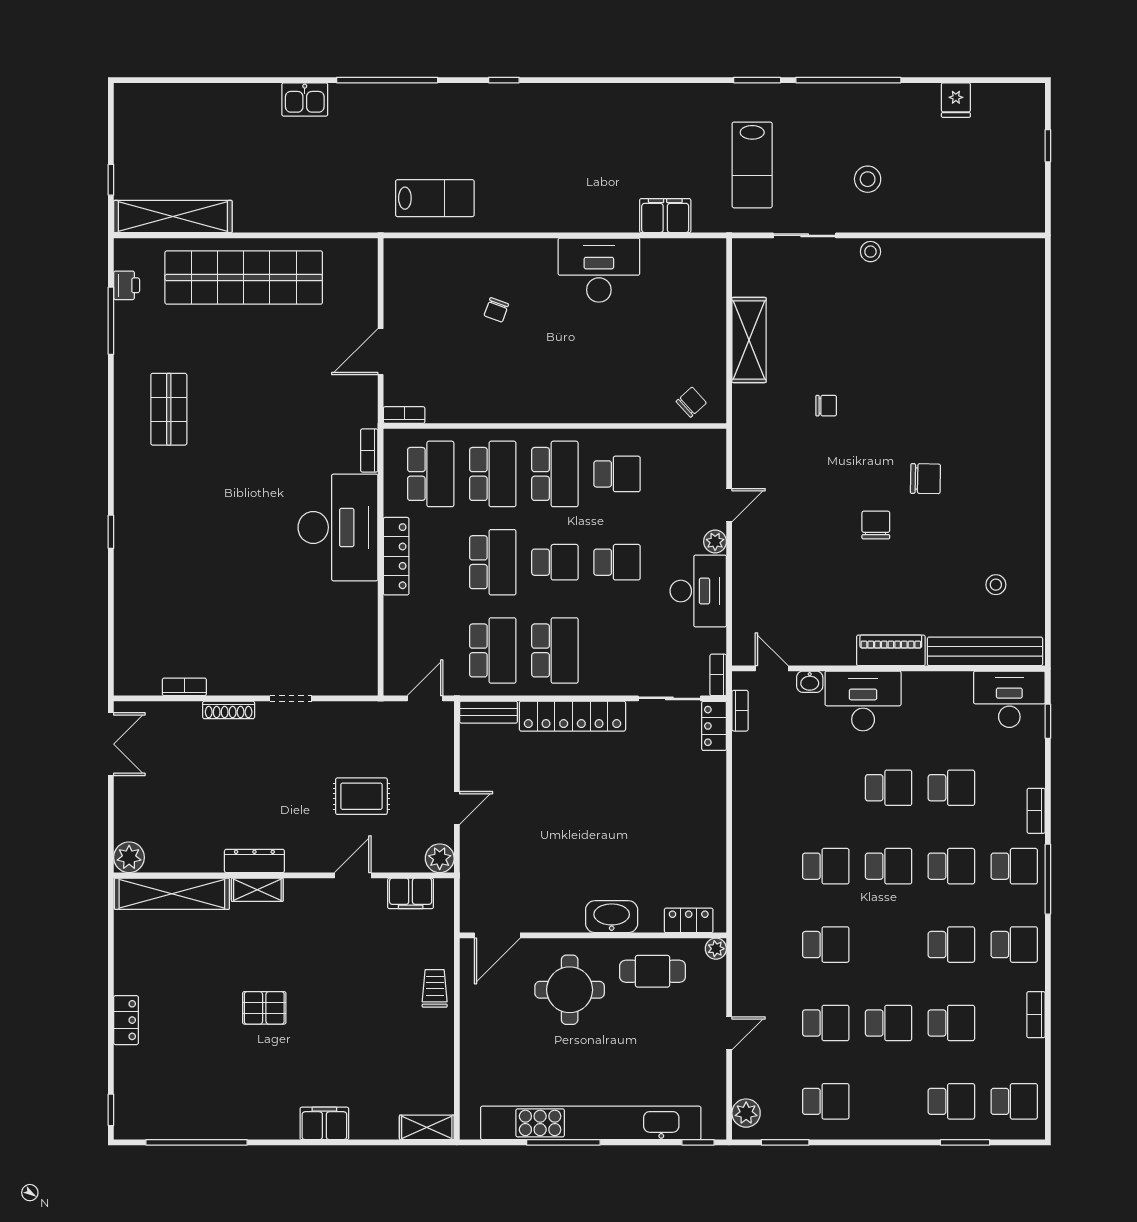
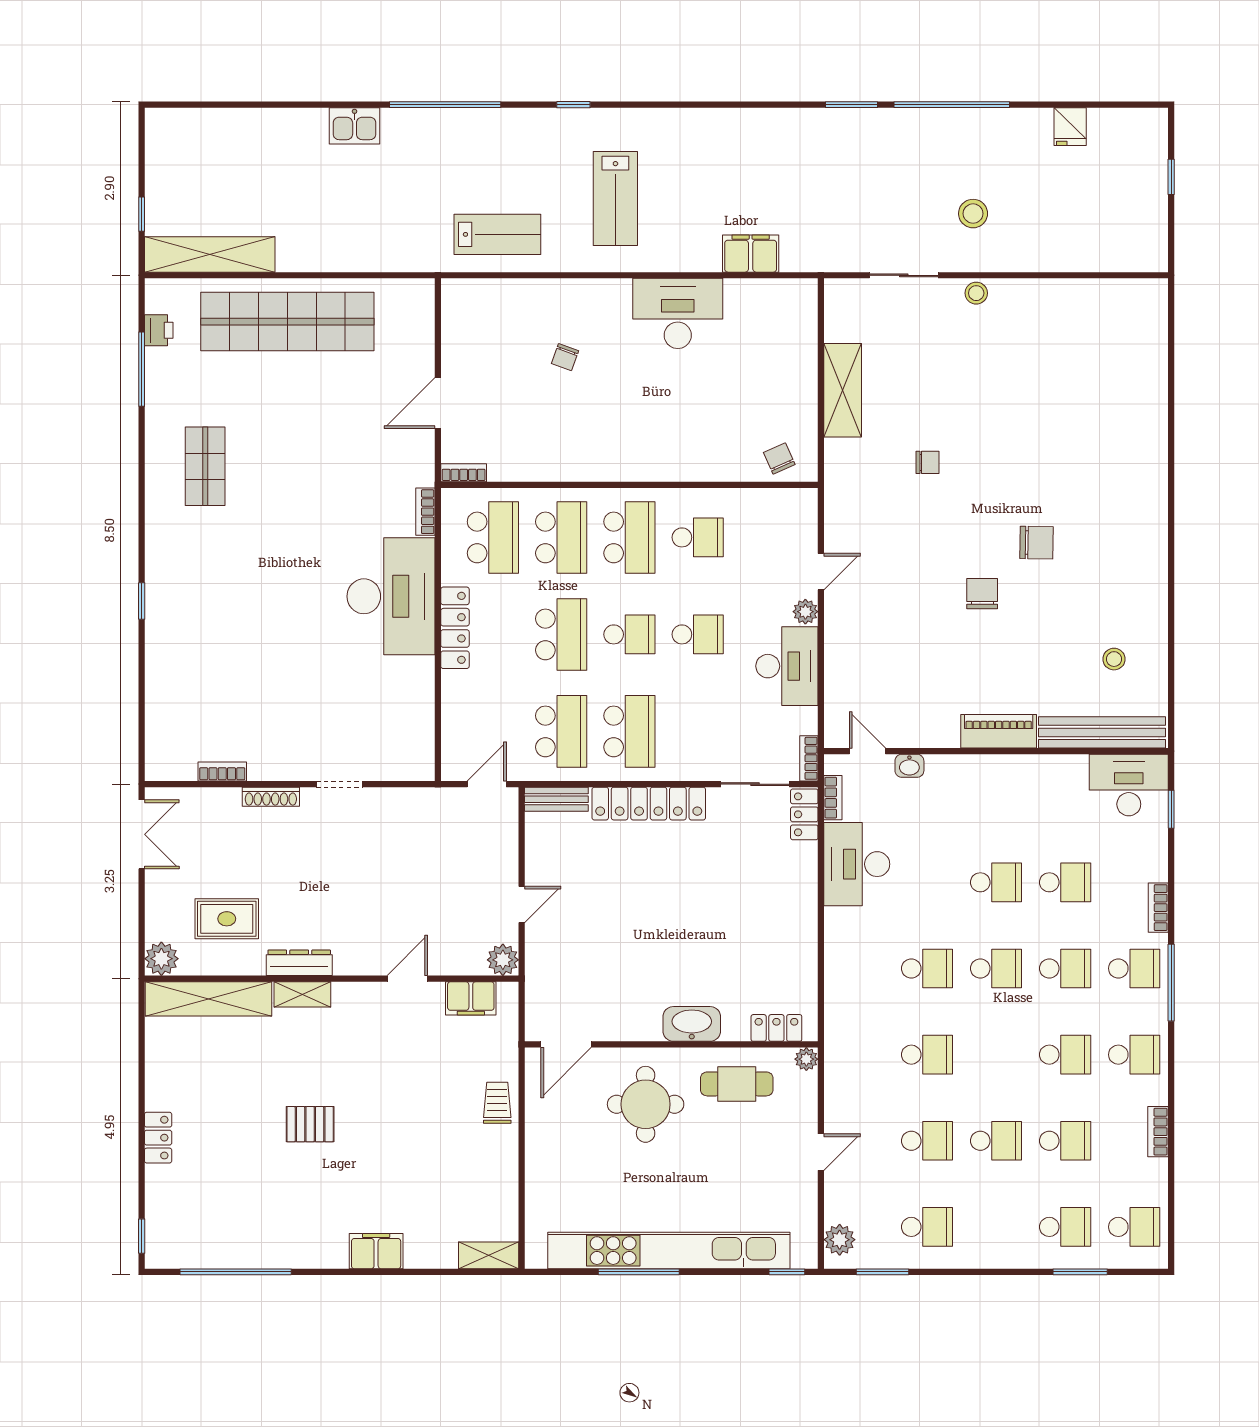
lab bench: (752, 165) -> (615, 198), moved
chair: (691, 402) -> (779, 459), turned -72
desk: (863, 701) -> (857, 864), moved, turned -90
rug: (361, 796) -> (227, 919), moved

